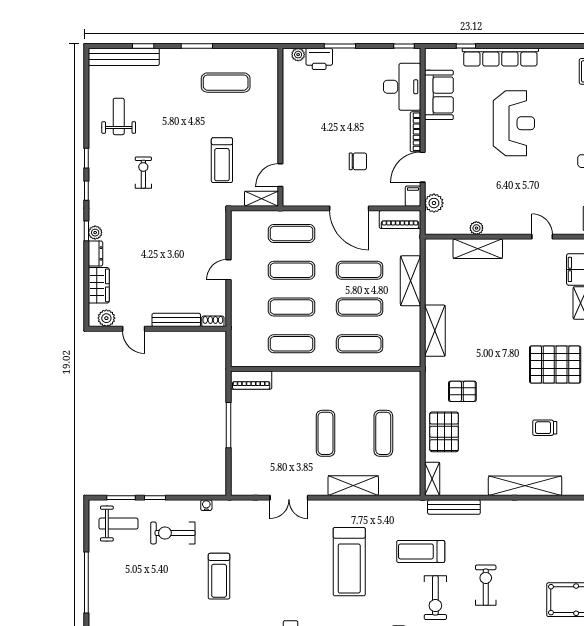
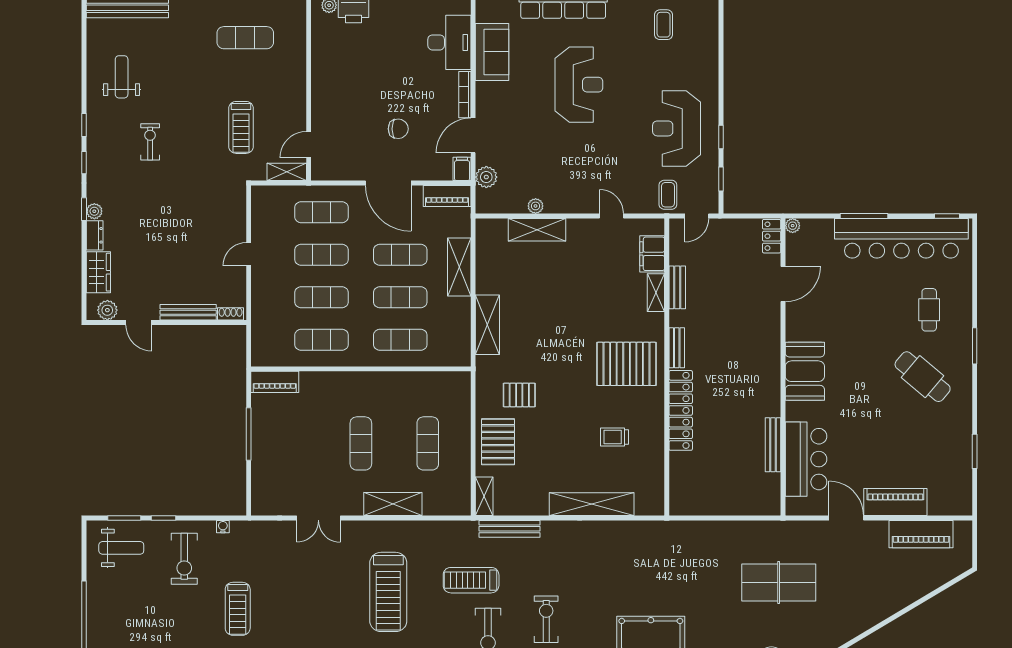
exercise bike: (173, 533) -> (184, 559), turned -90

